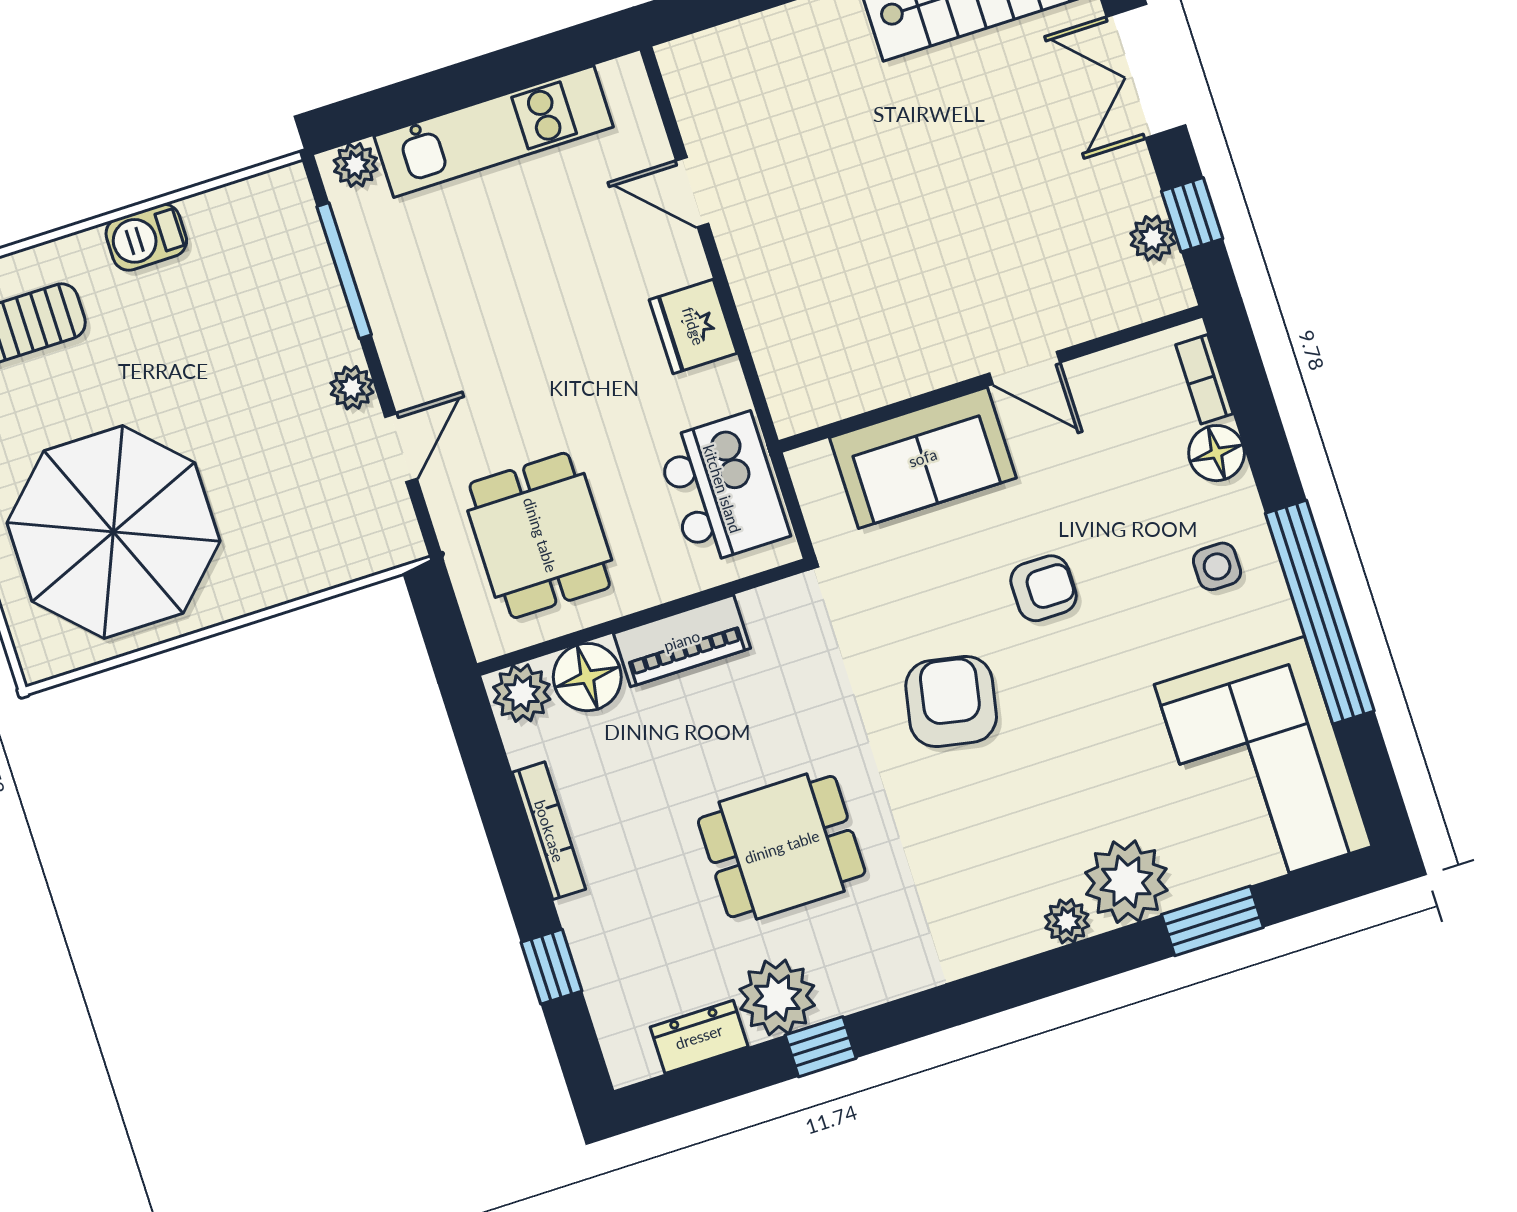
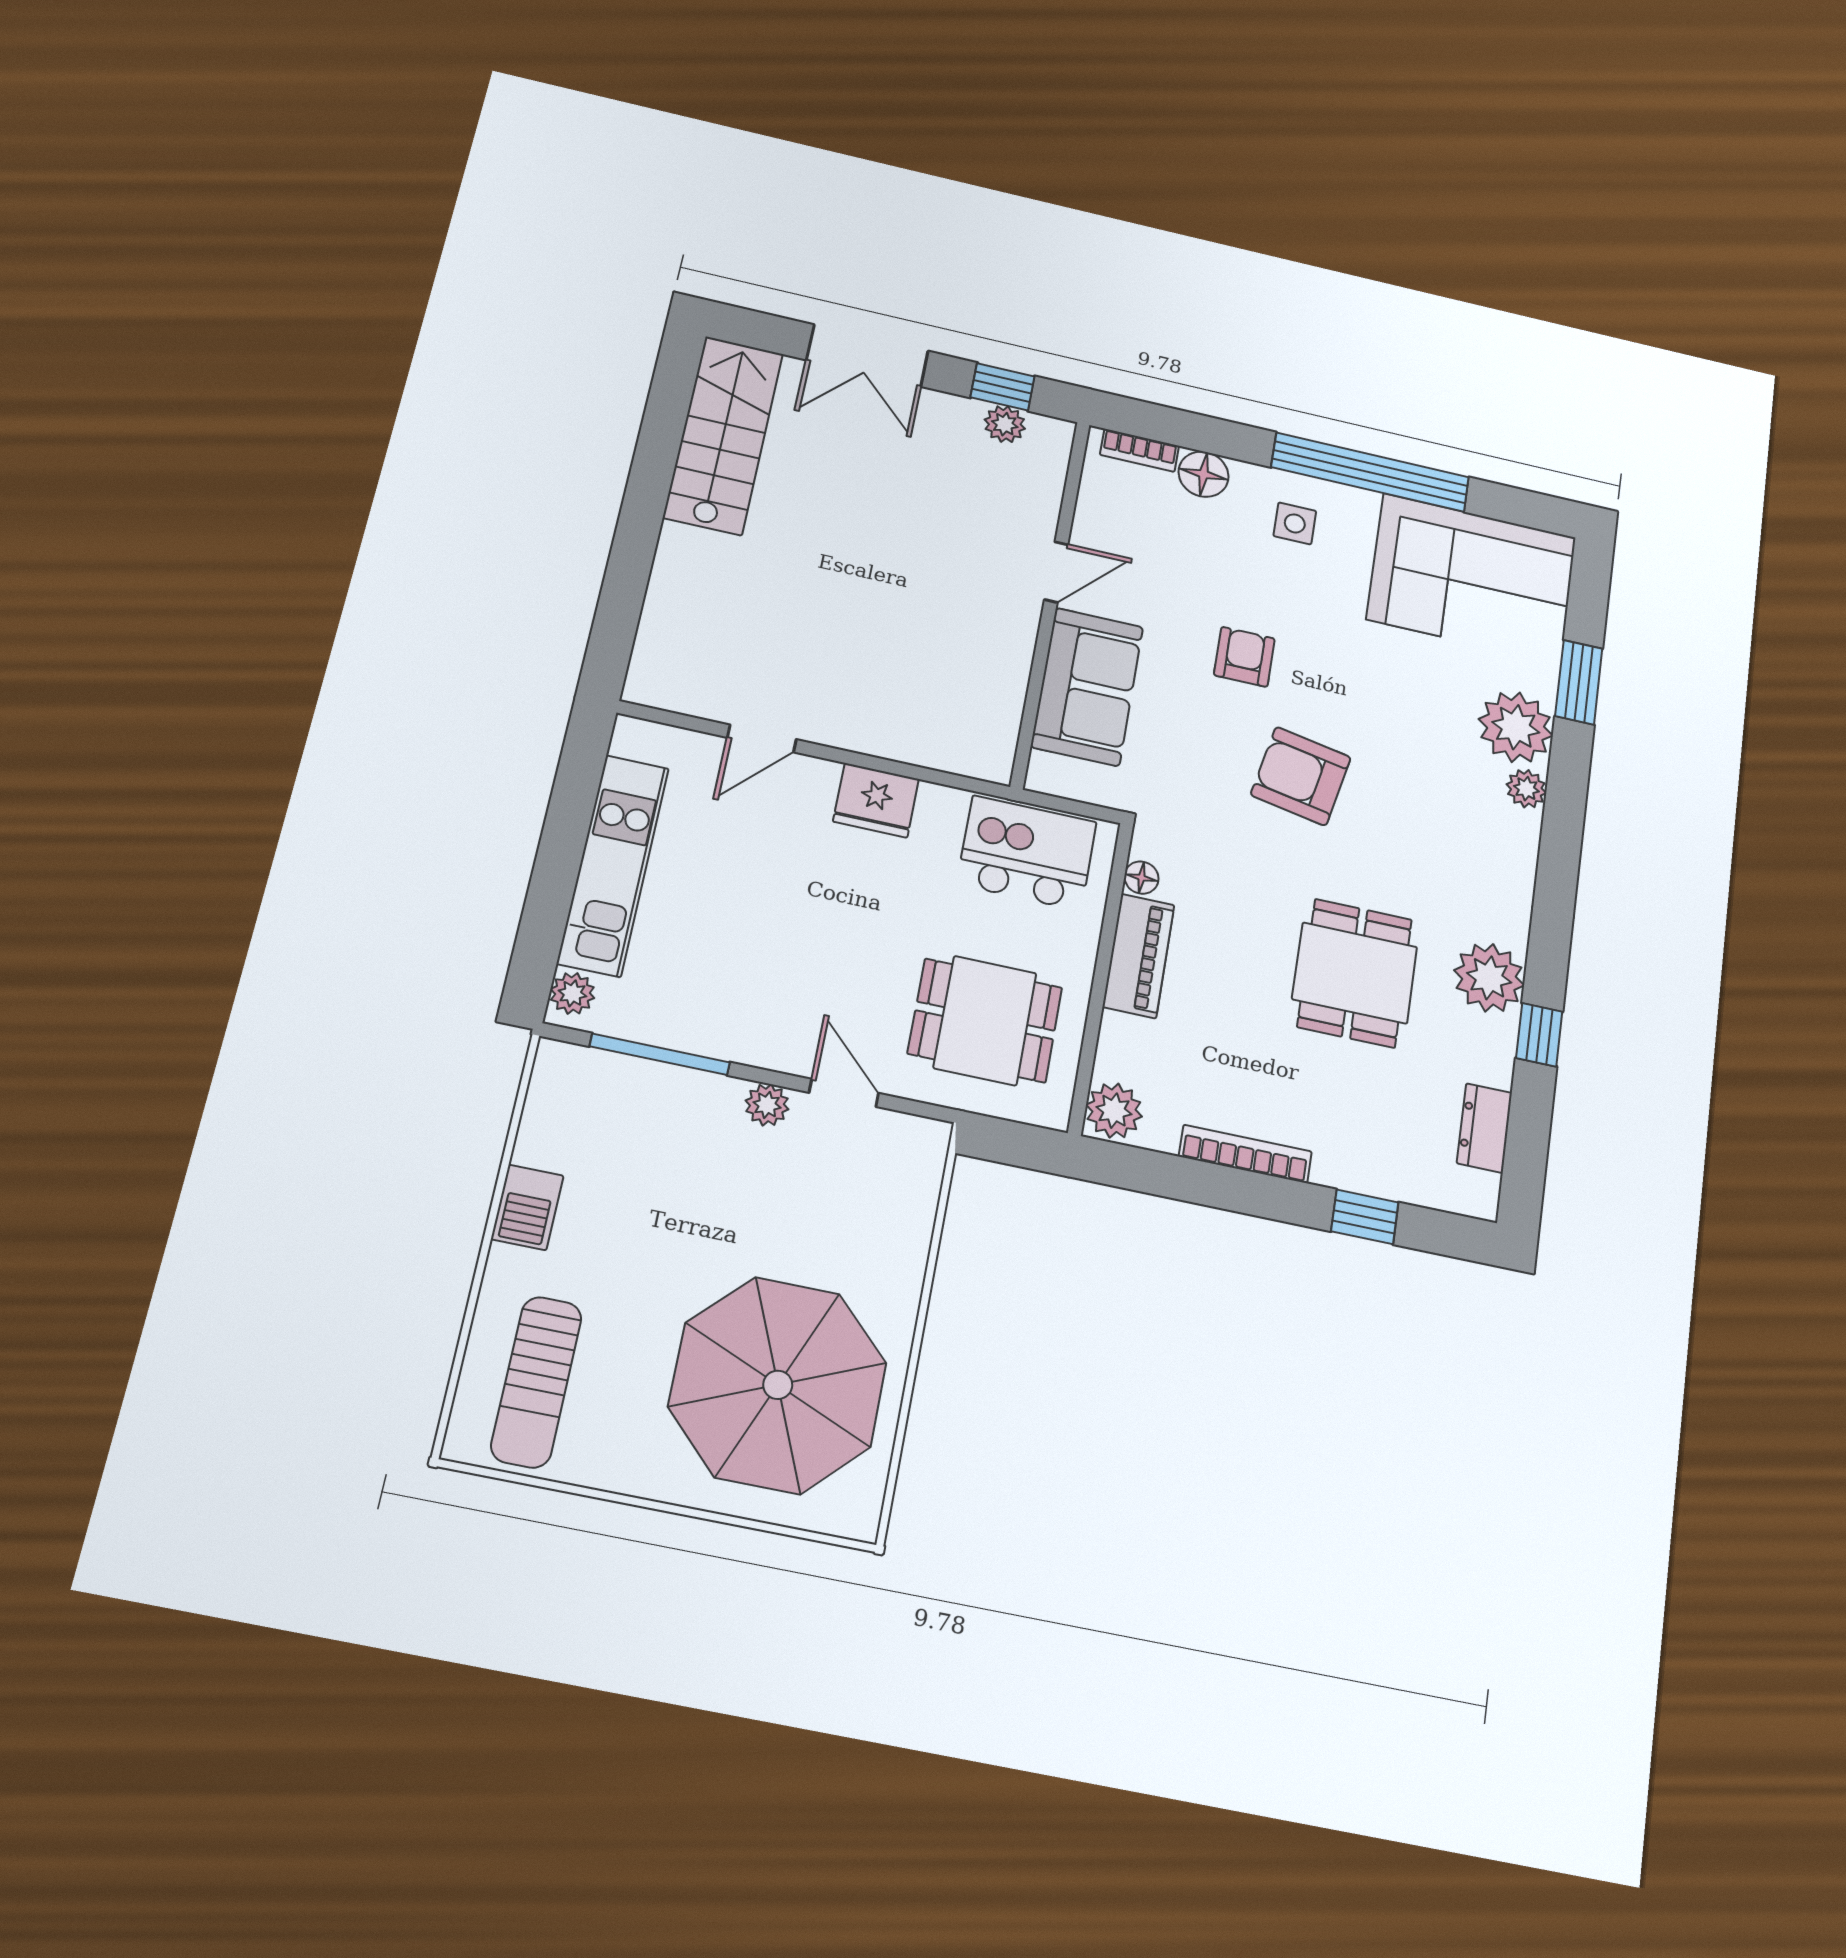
floor lamp: (587, 677) -> (1141, 878), moved, width x0.53, depth x0.53
plant: (777, 997) -> (1489, 978), moved

